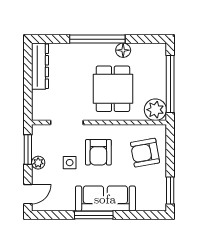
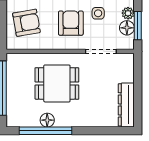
window: (97, 39) -> (45, 131), moved
dining table: (113, 89) -> (57, 83), turned 90
plant: (155, 110) -> (17, 64), removed
floor lamp: (39, 147) -> (127, 28), added

